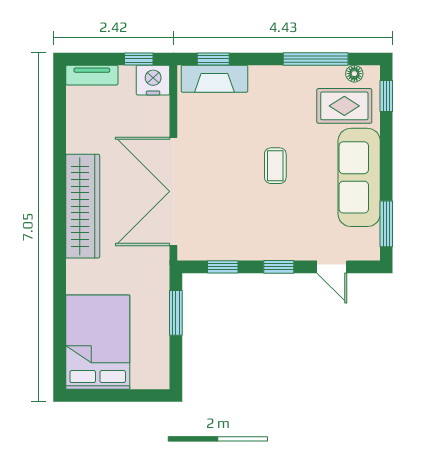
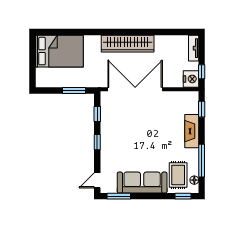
fireplace: (214, 79) -> (192, 131), moved
coffee table: (275, 166) -> (148, 140), removed
door: (332, 267) -> (97, 180), moved

